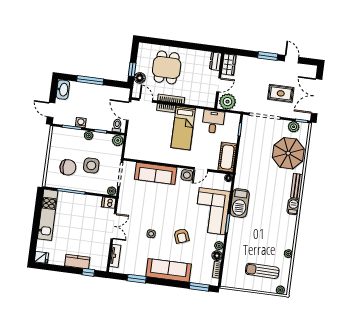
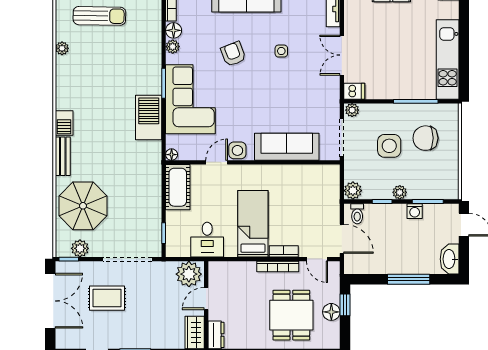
floor lamp: (140, 78) -> (331, 312), moved

